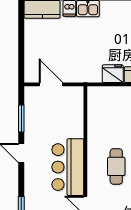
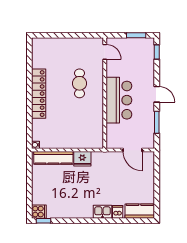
bar counter: (68, 167) -> (119, 100), moved

